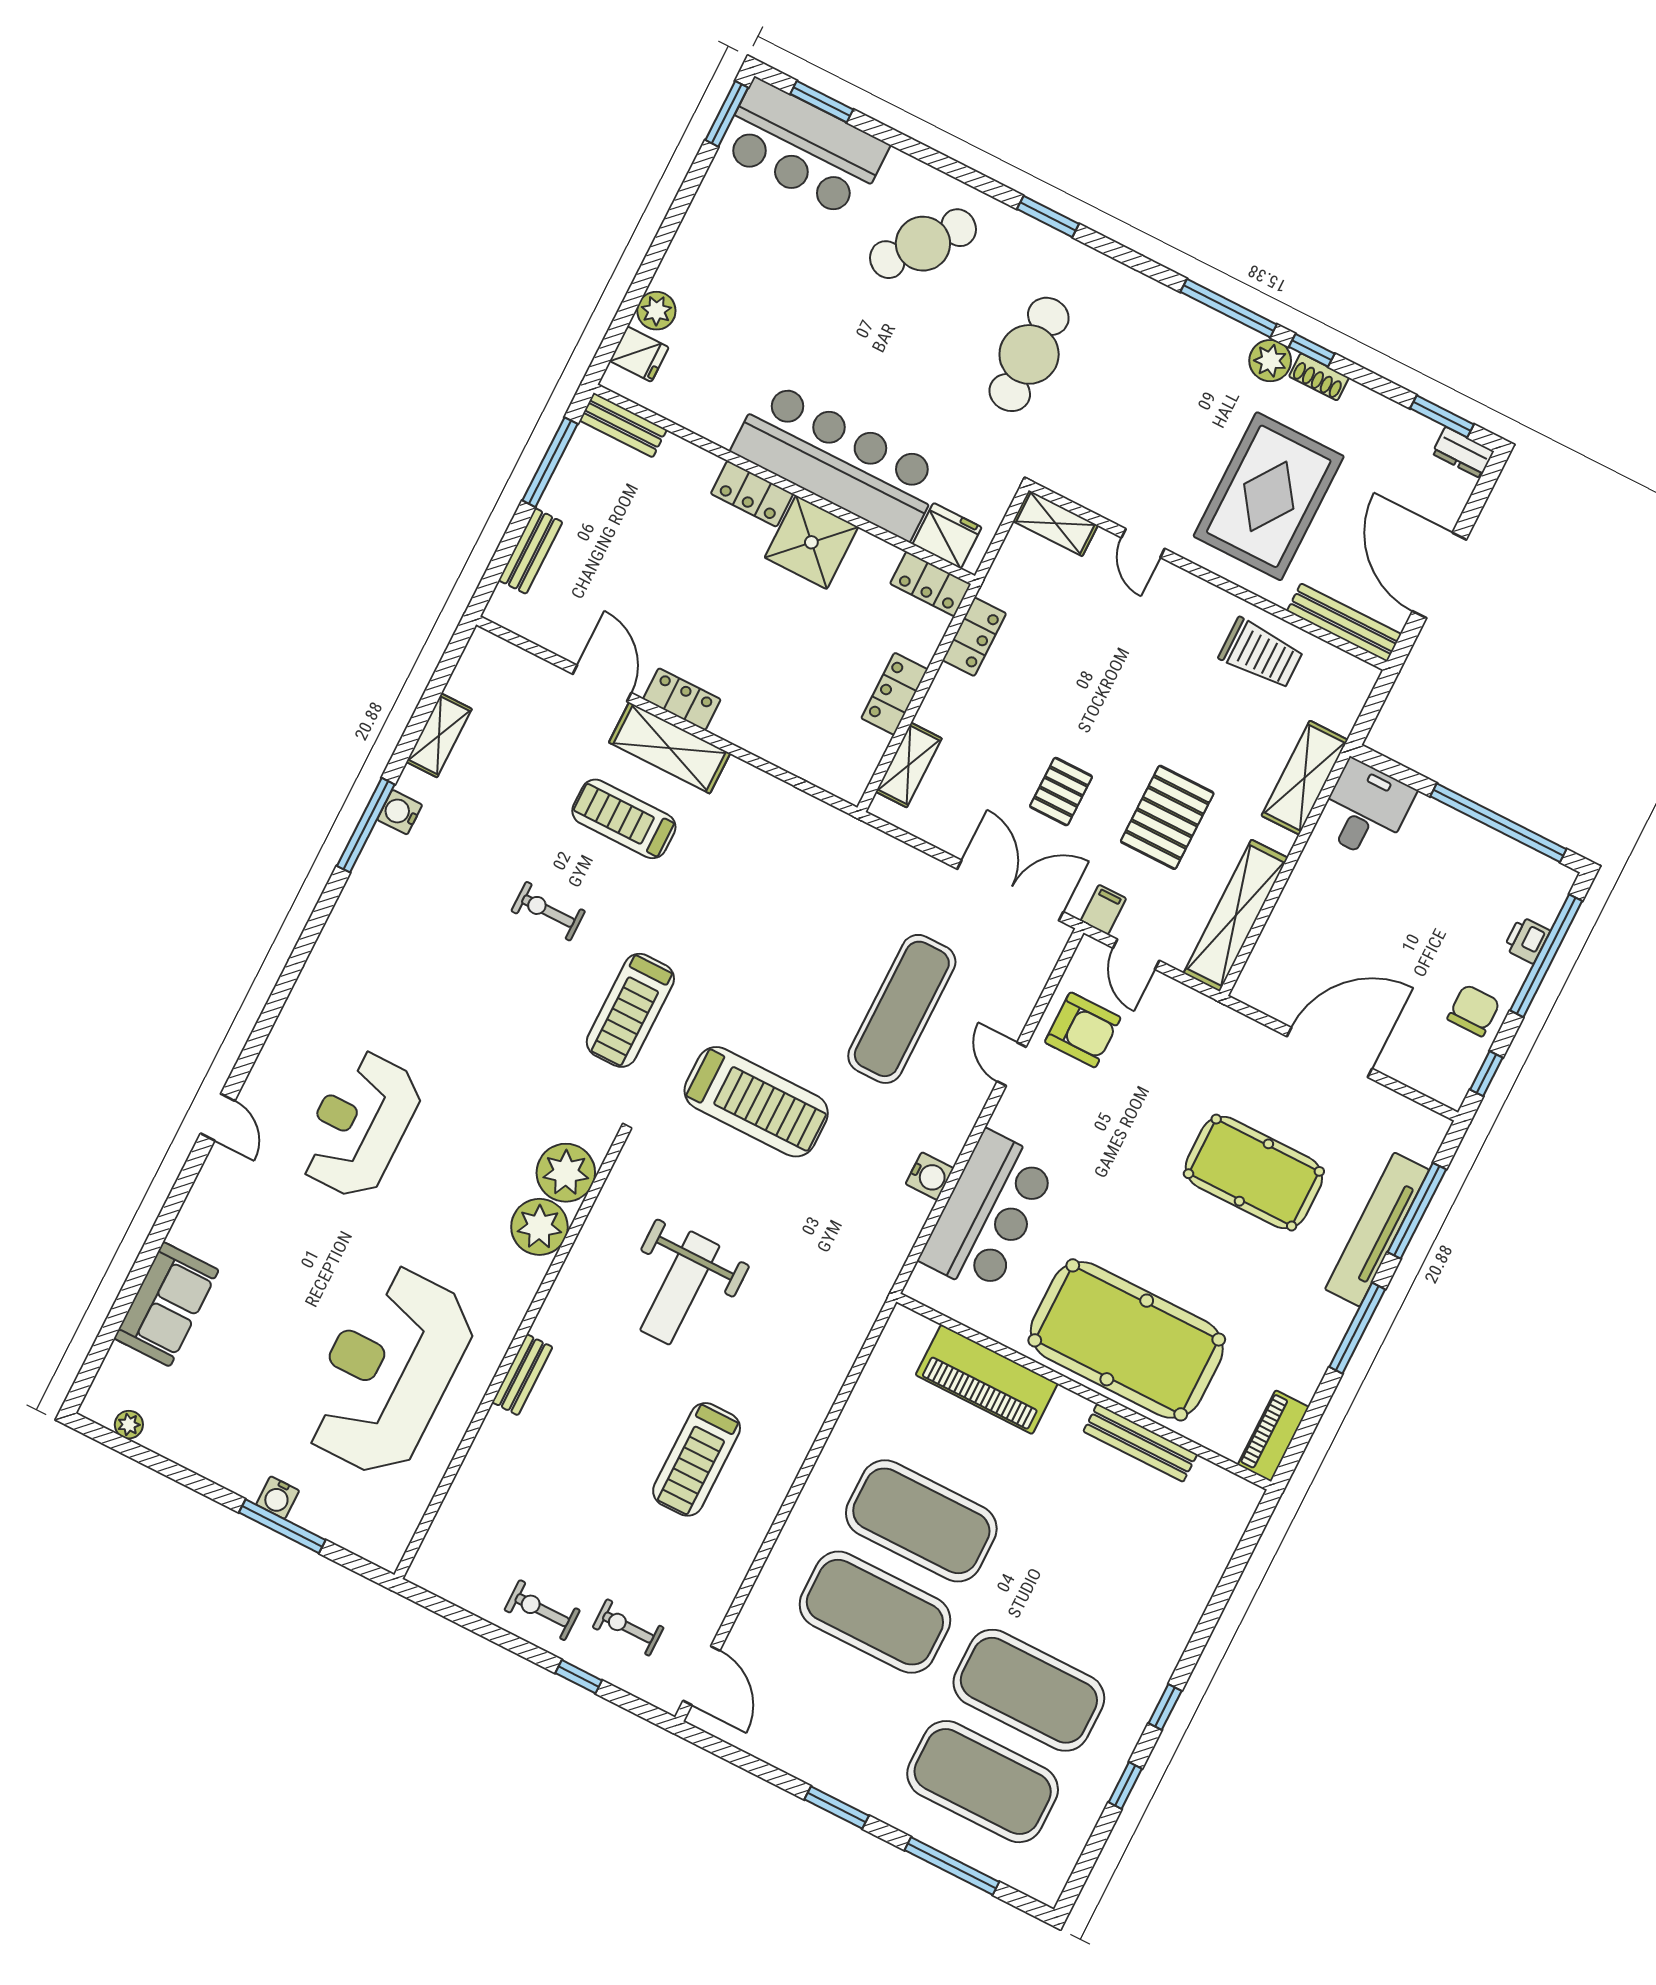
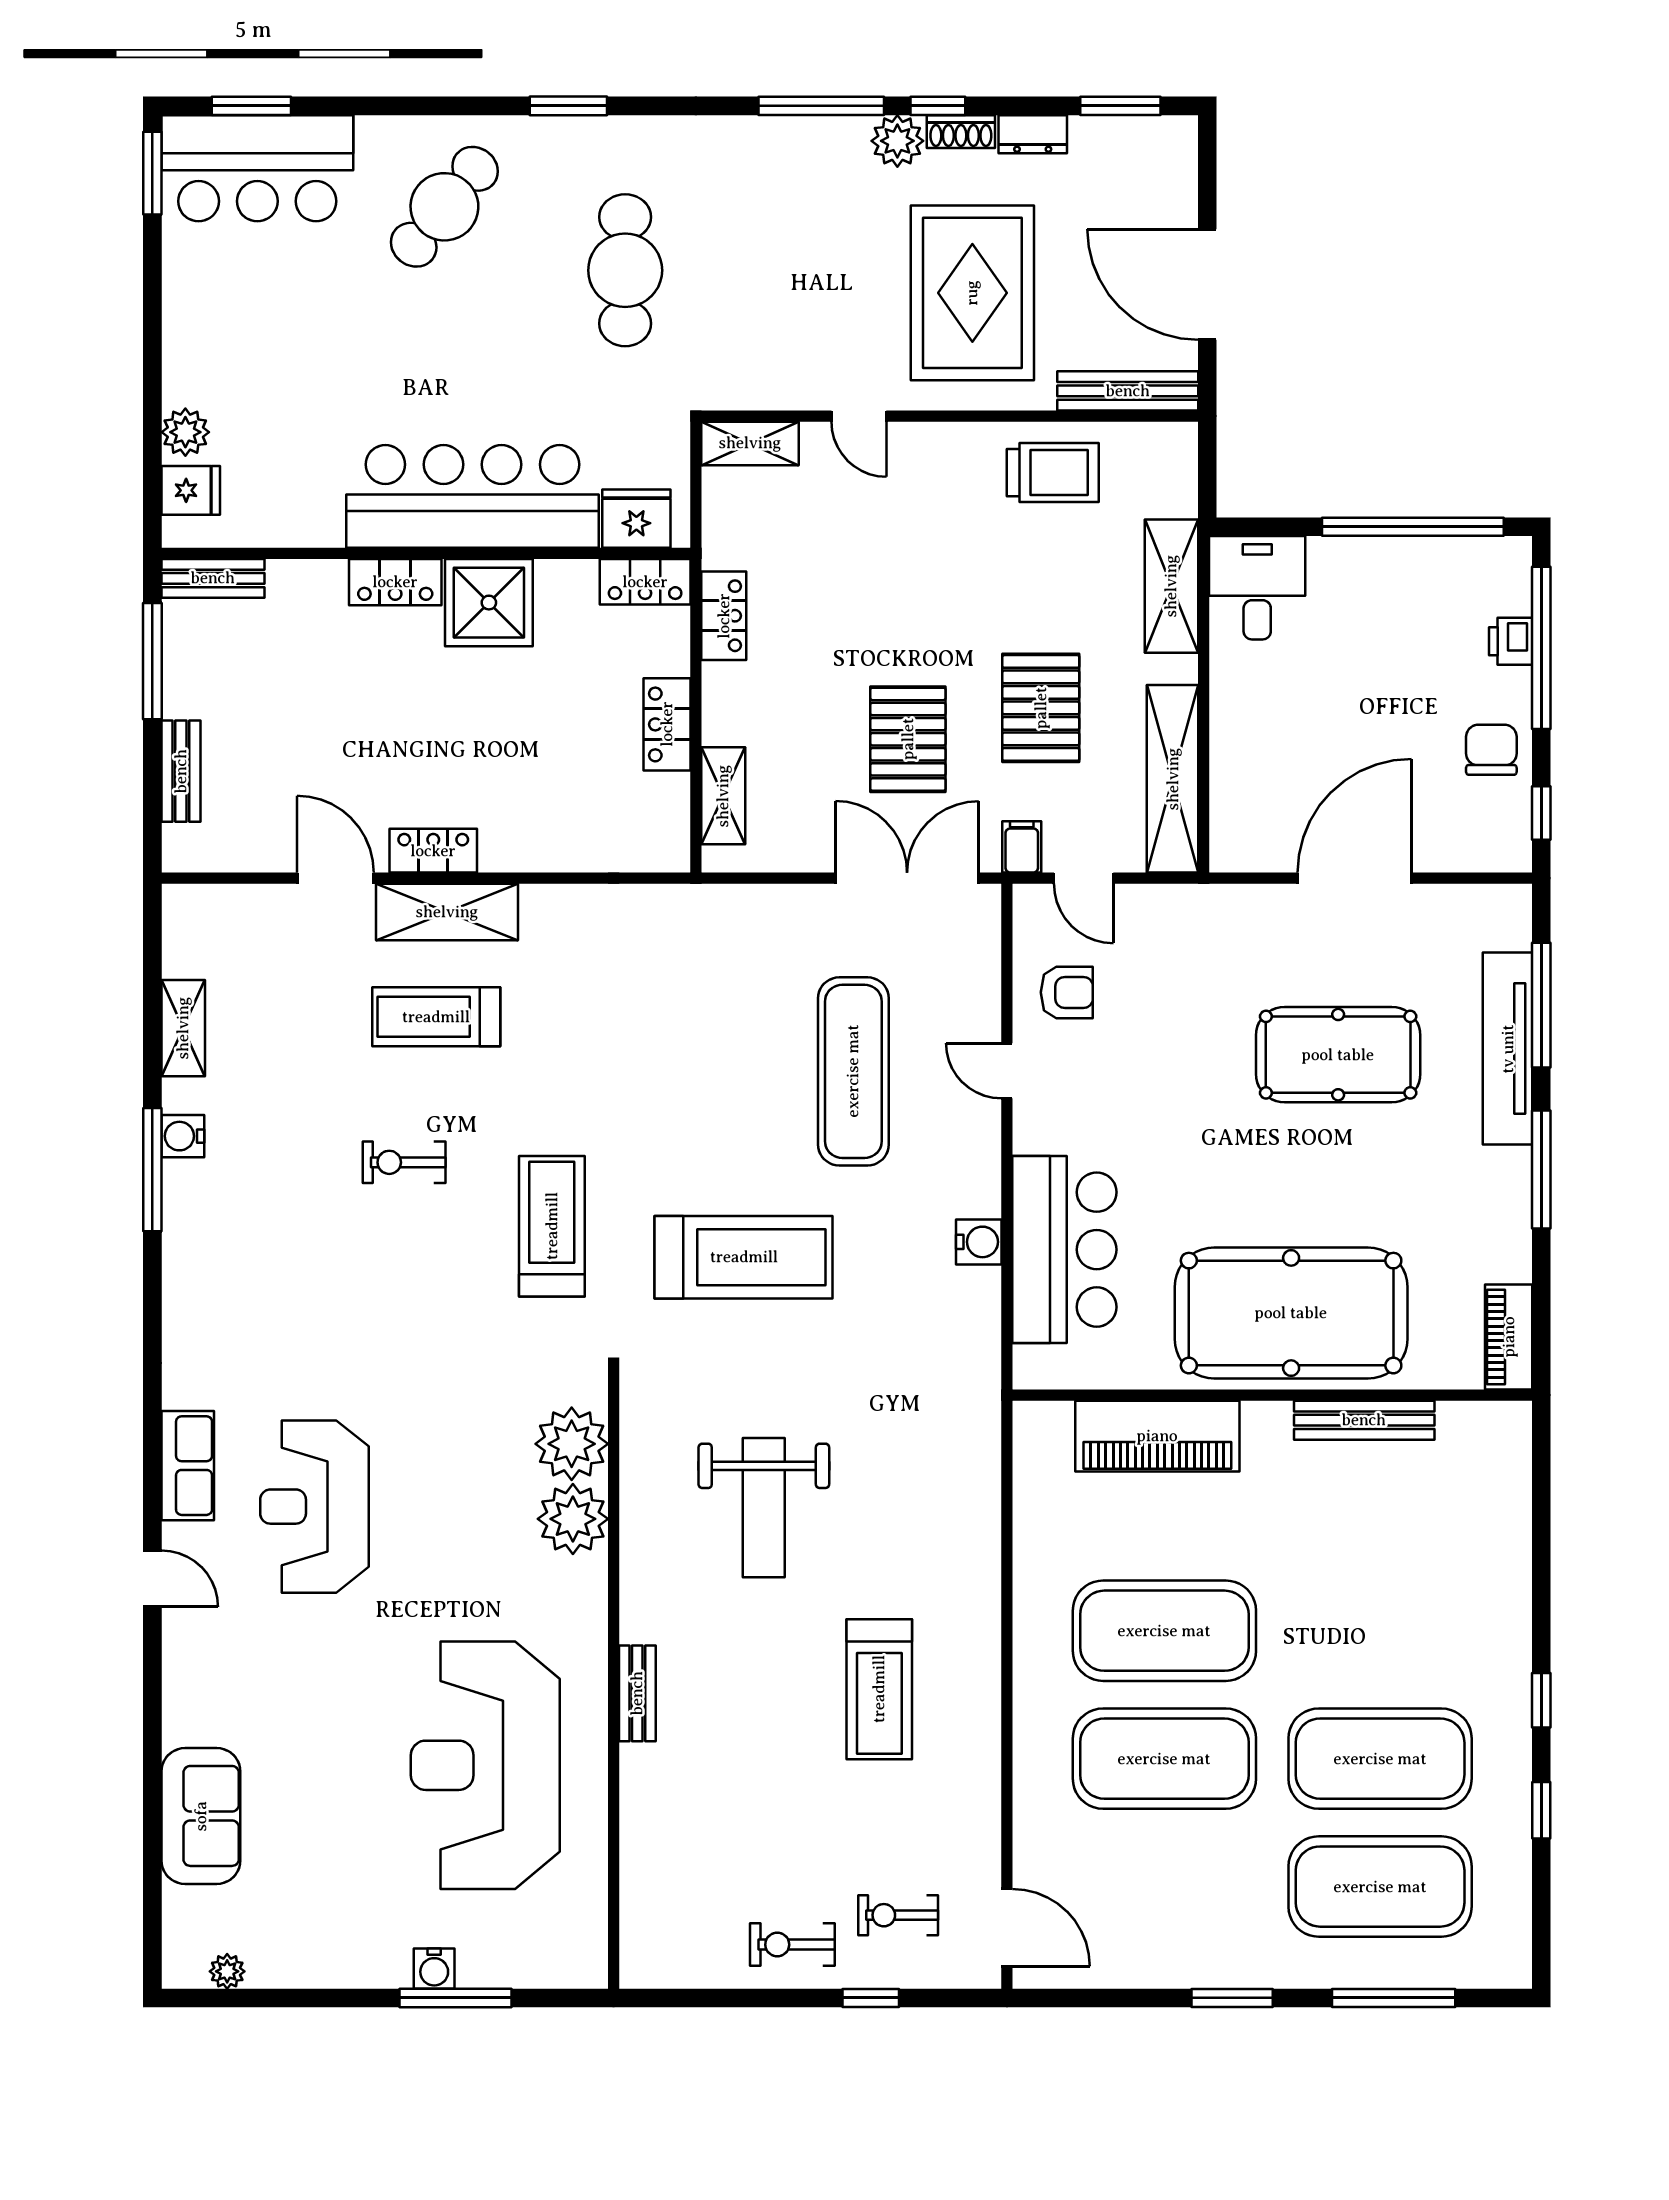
dresser: (1463, 452) -> (1033, 134), moved
pallet: (1061, 792) -> (908, 739), width x1.50, depth x1.42
treadmill: (630, 1010) -> (552, 1226), turned 180
armchair: (1083, 1030) -> (1067, 992), width x0.72, depth x0.72
row of seats: (284, 1049) -> (188, 1466), added

